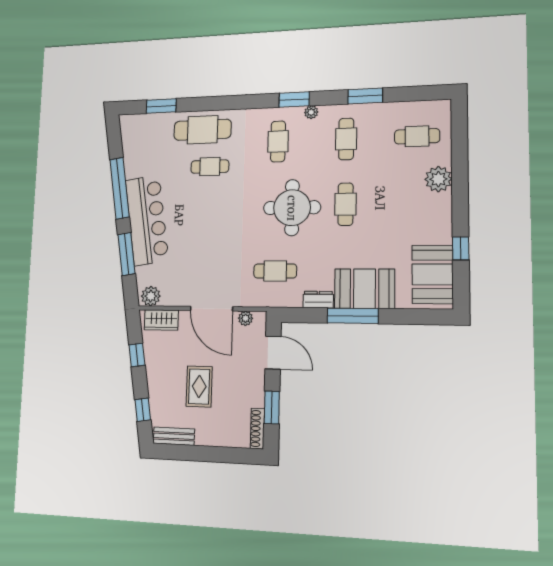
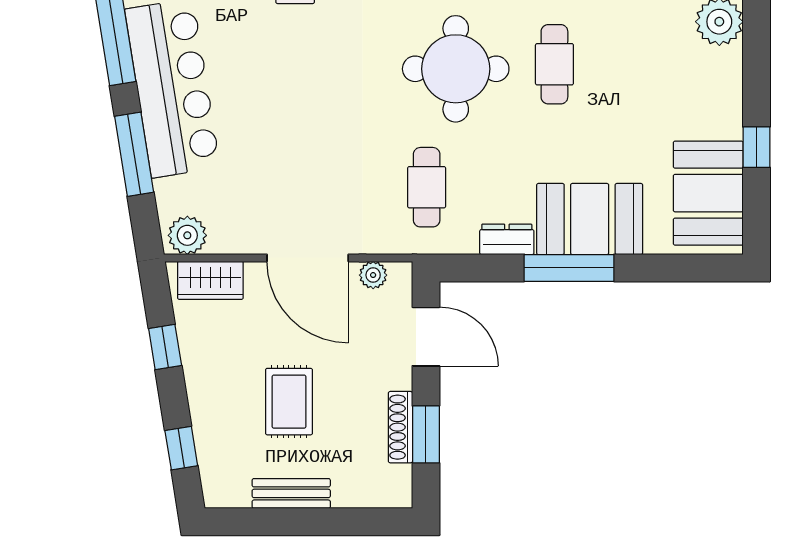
cafe table: (275, 271) -> (427, 187), turned 90
shoe rack: (257, 429) -> (400, 427), moved
bench: (174, 436) -> (291, 493), moved

